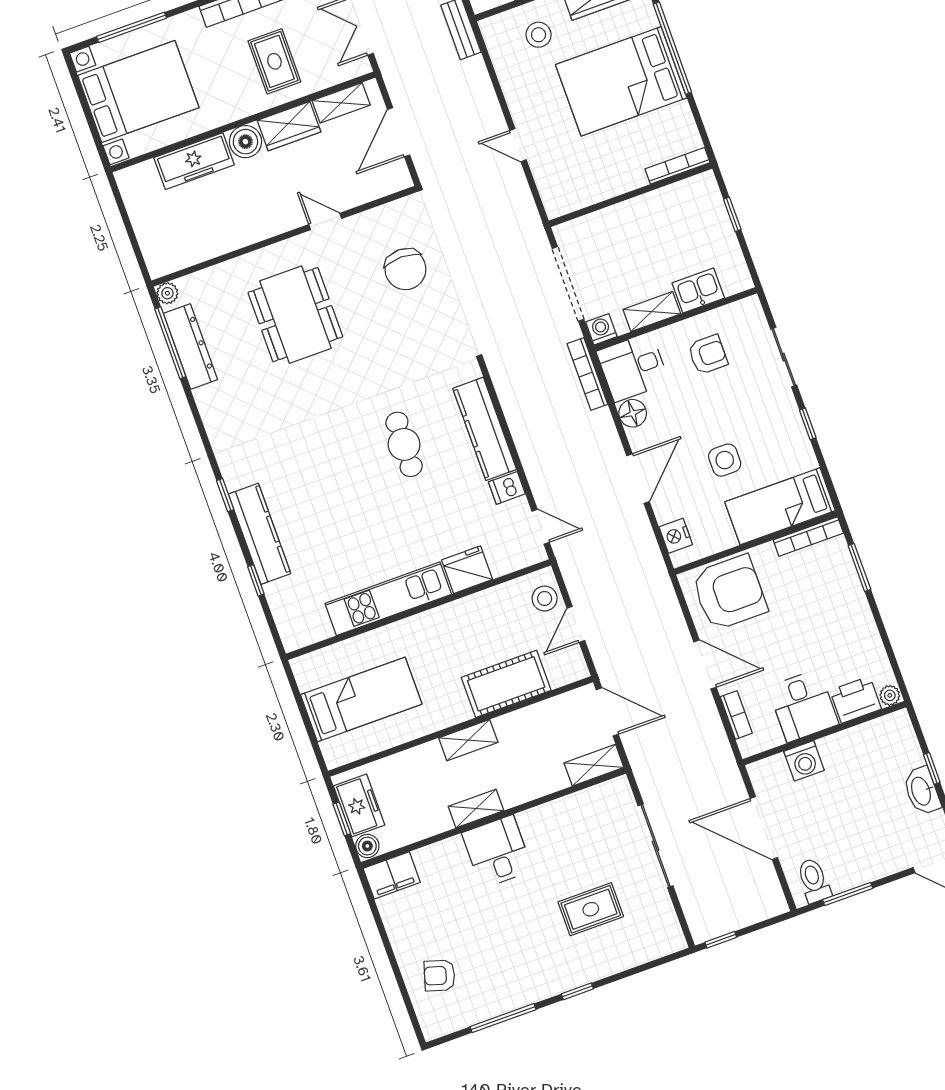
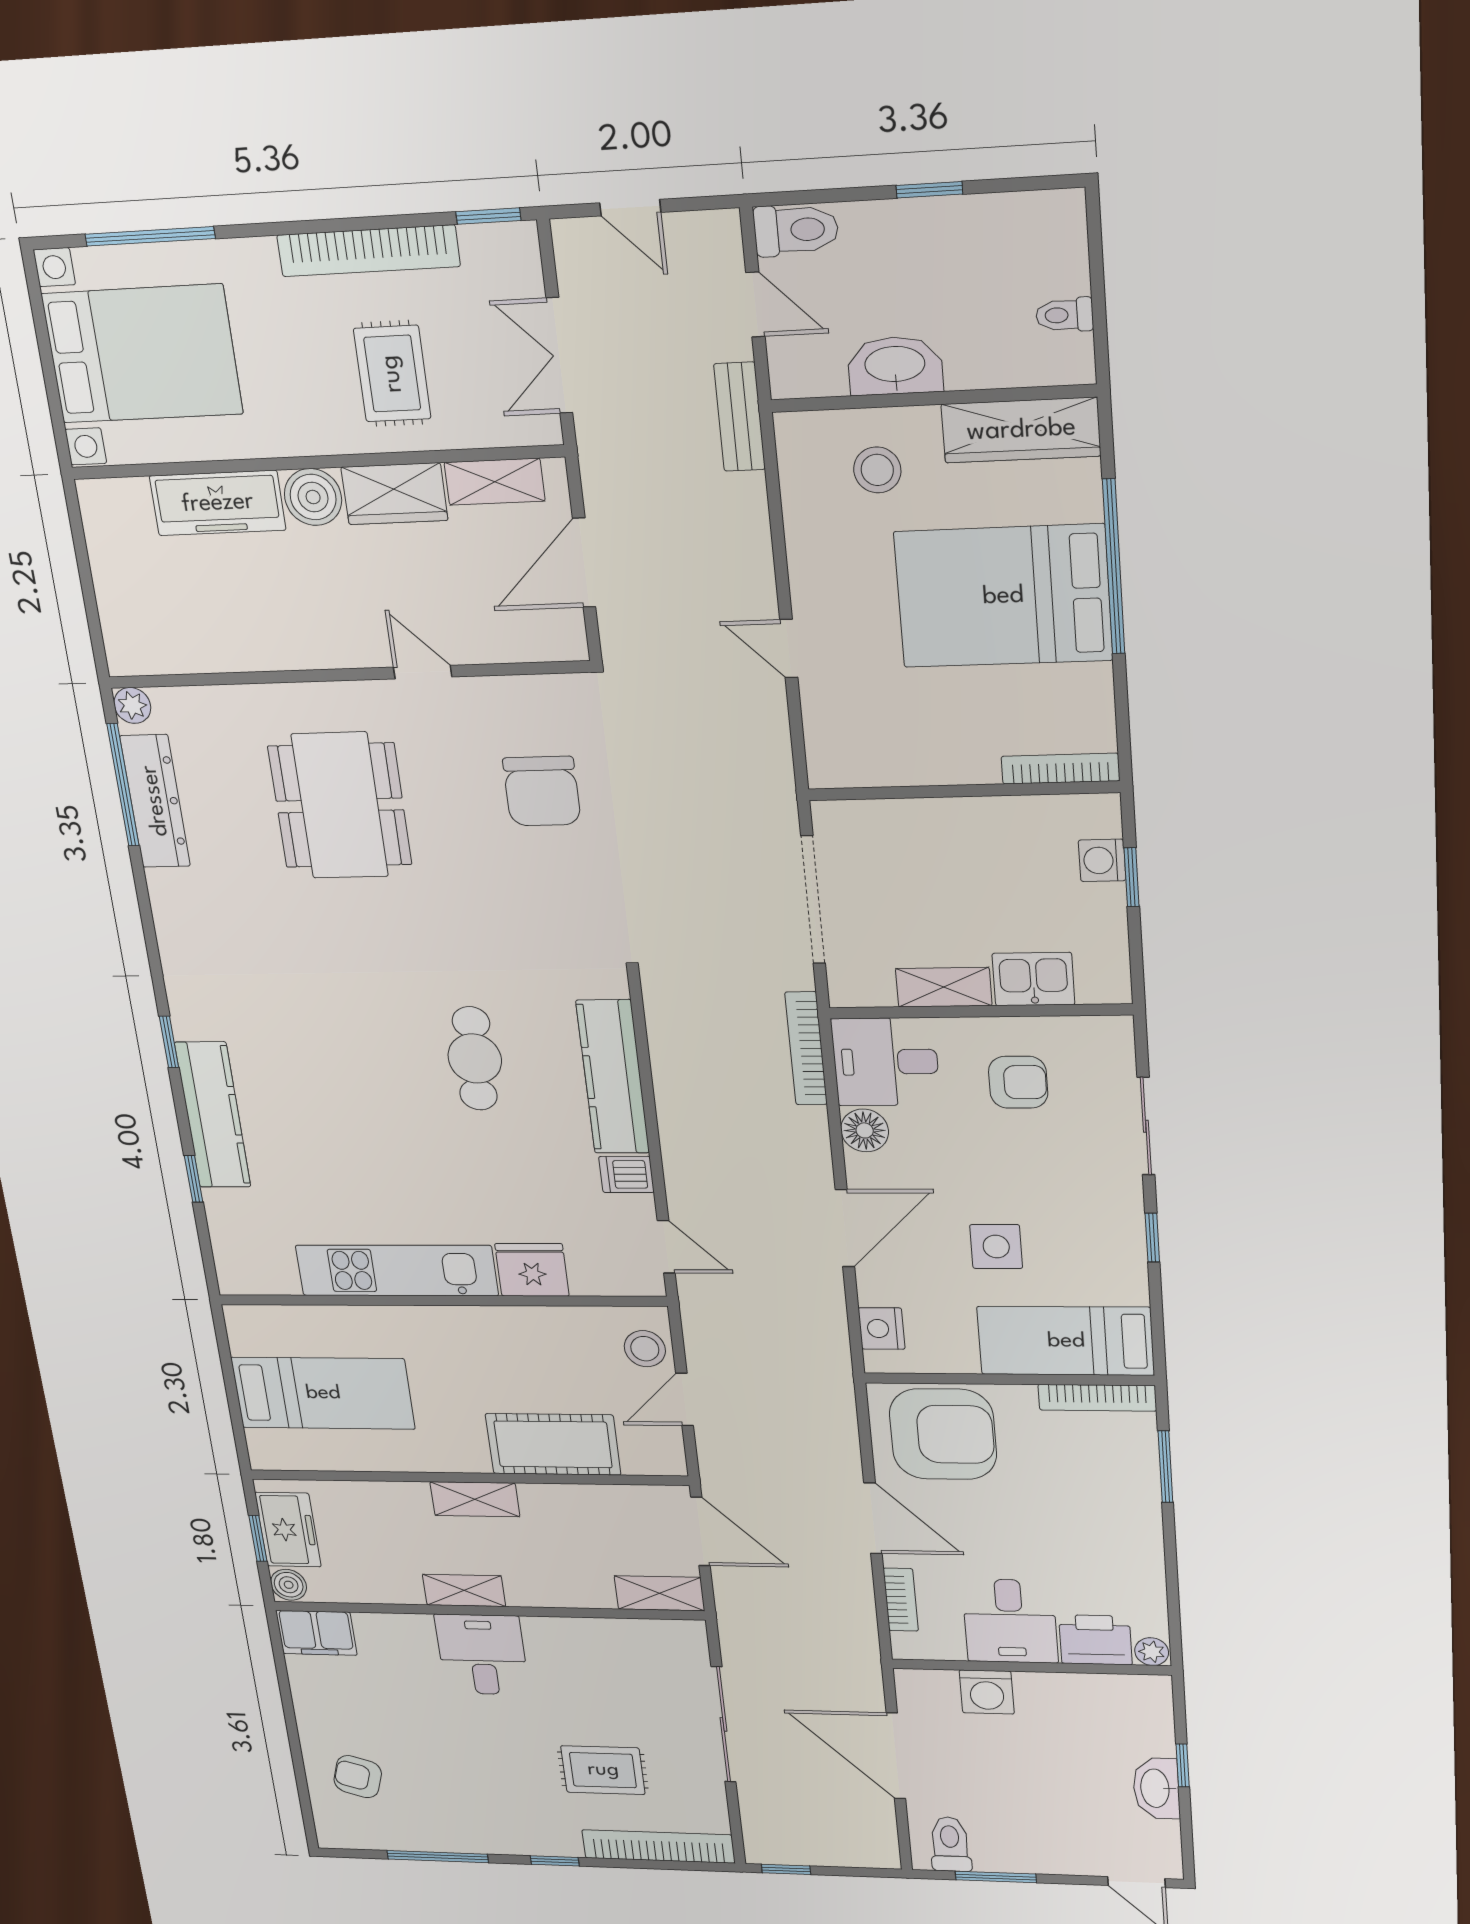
washing machine: (601, 329) -> (1102, 860), moved, turned -90
bookcase: (639, 954) -> (658, 1846), added

